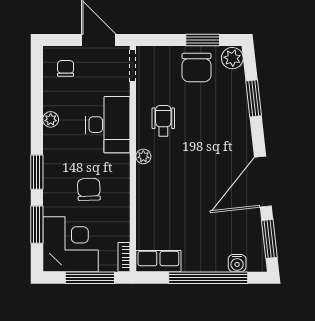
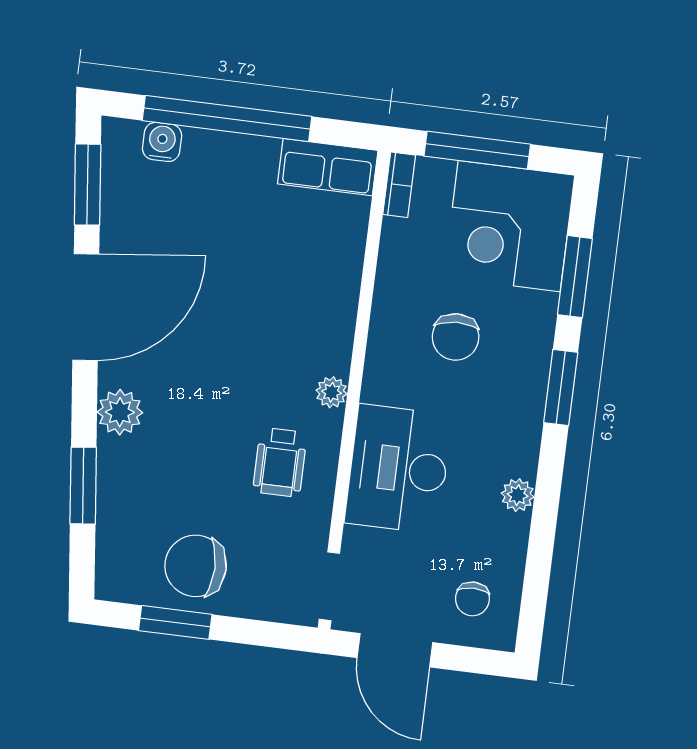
plant: (232, 58) -> (120, 412), moved
chair: (196, 68) -> (196, 566), turned -90

